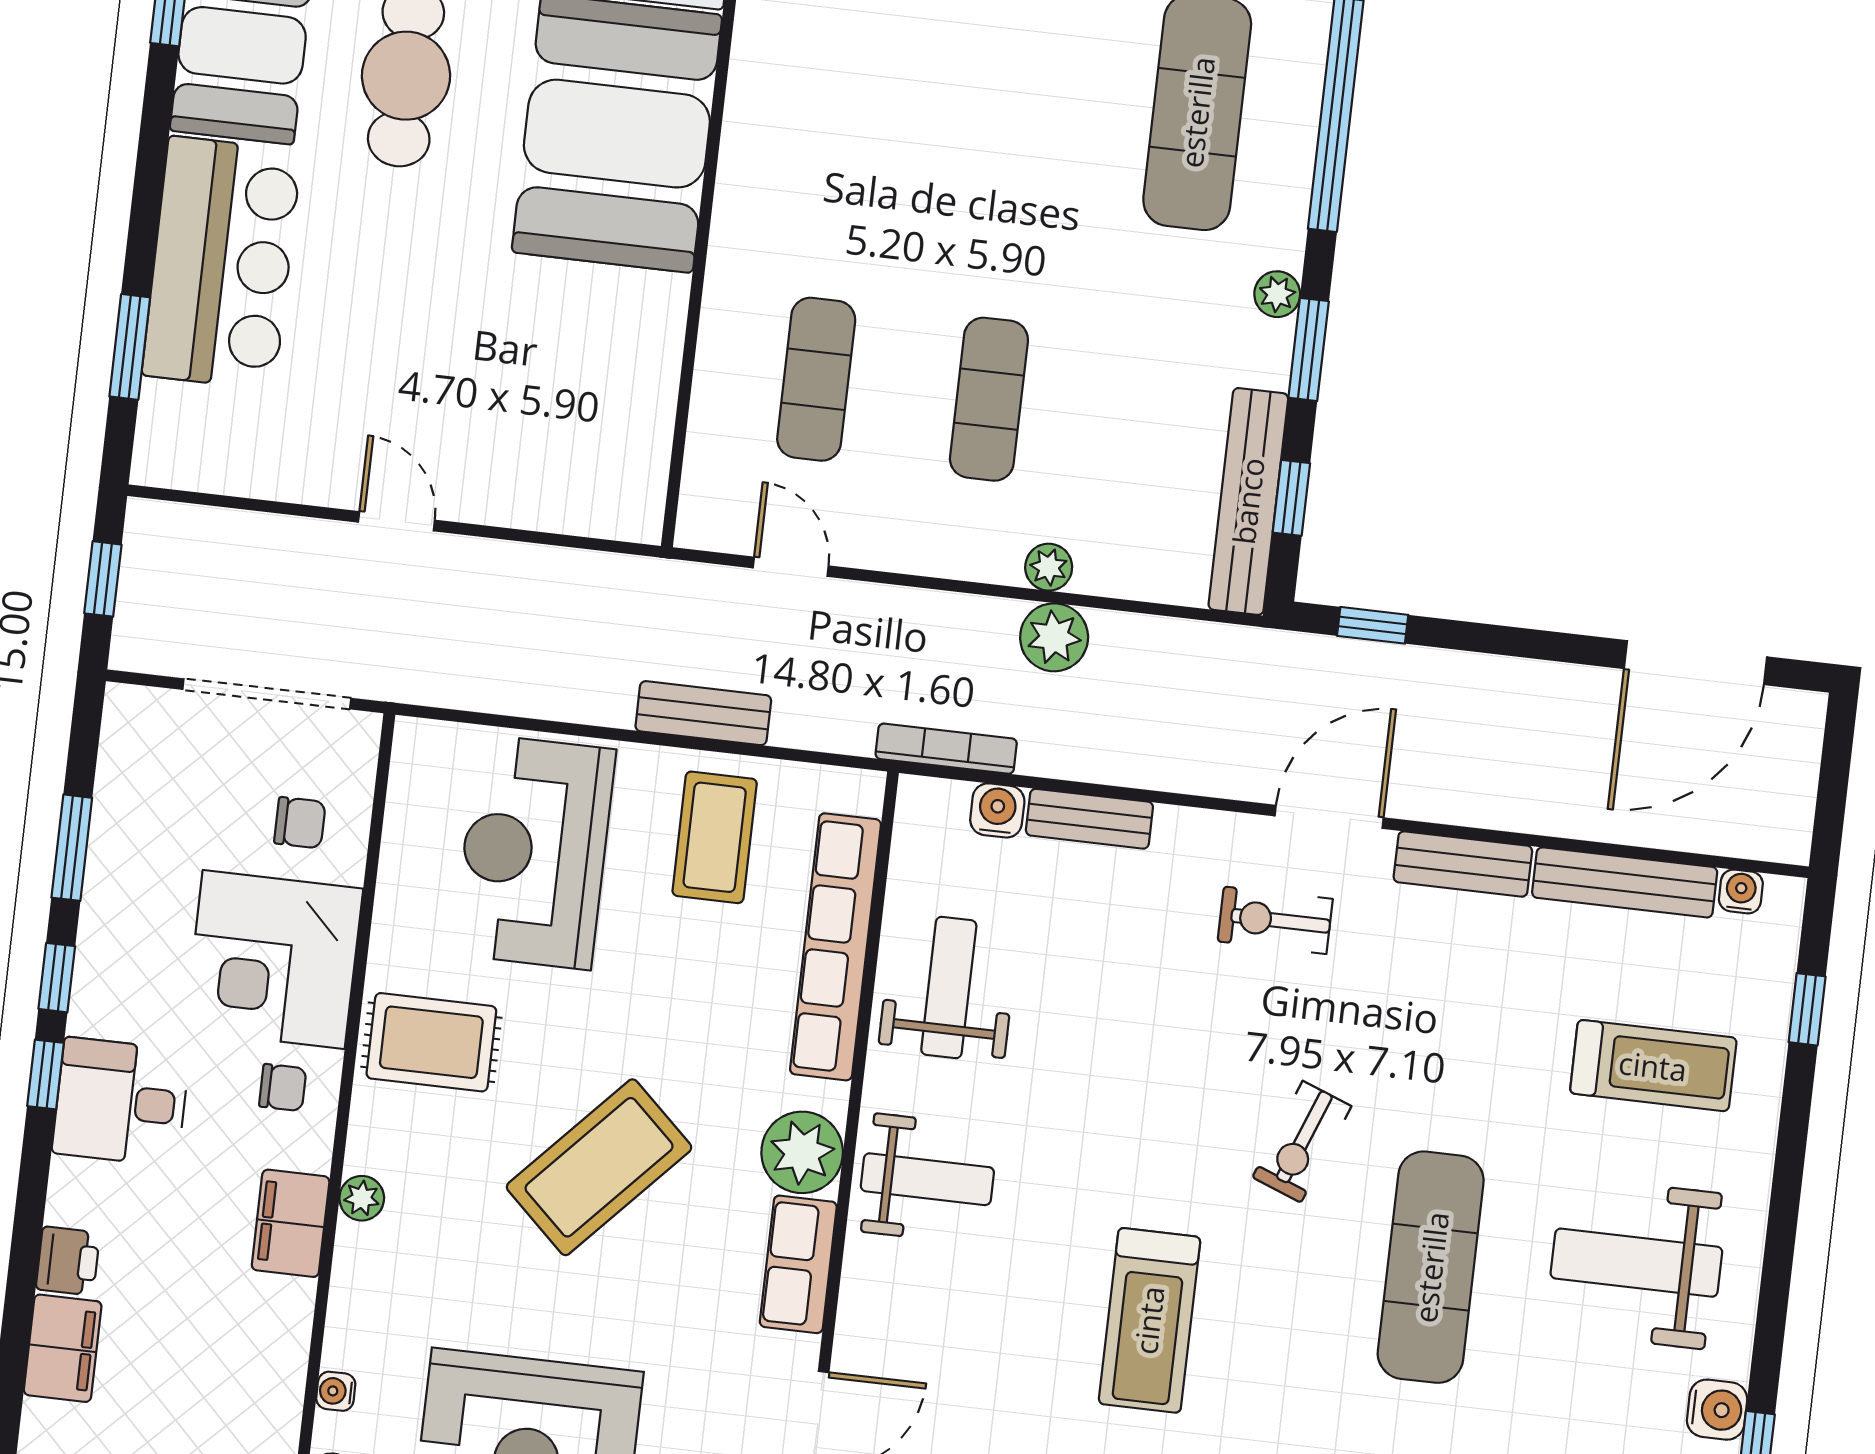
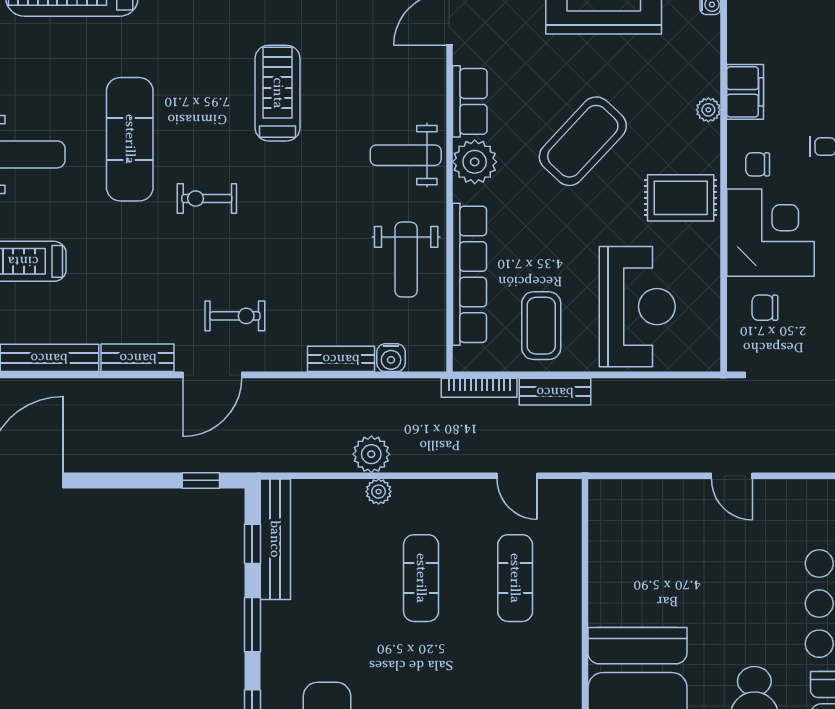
plant: (1277, 294) -> (273, 652), removed
bookcase: (946, 749) -> (479, 388), moved
exercise bike: (1302, 1142) -> (207, 199), turned -111

